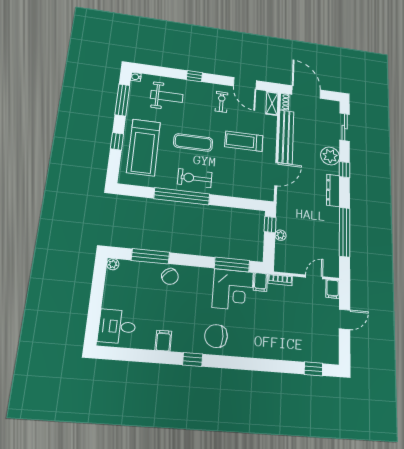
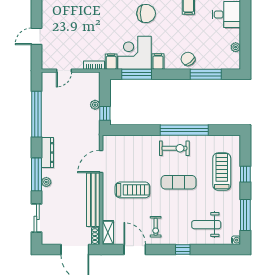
treadmill: (144, 147) -> (222, 172), width x0.73, depth x0.73
plant: (330, 156) -> (46, 182), width x0.53, depth x0.53
window: (345, 170) -> (37, 174), width x2.17
plant: (113, 264) -> (236, 47), moved
filing cabinet: (333, 289) -> (158, 61), moved

